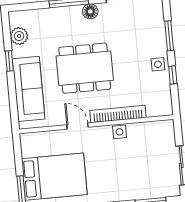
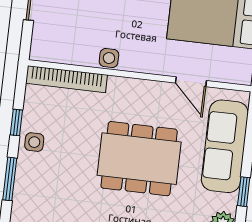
bookcase: (118, 114) -> (67, 79), moved
door: (78, 126) -> (191, 82), moved

